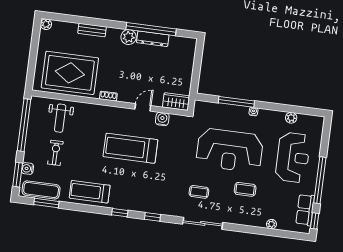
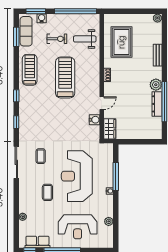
rug: (70, 73) -> (121, 42), width x0.73, depth x0.69
door: (143, 107) -> (102, 103), hinge flipped
treadmill: (130, 148) -> (65, 78), moved

